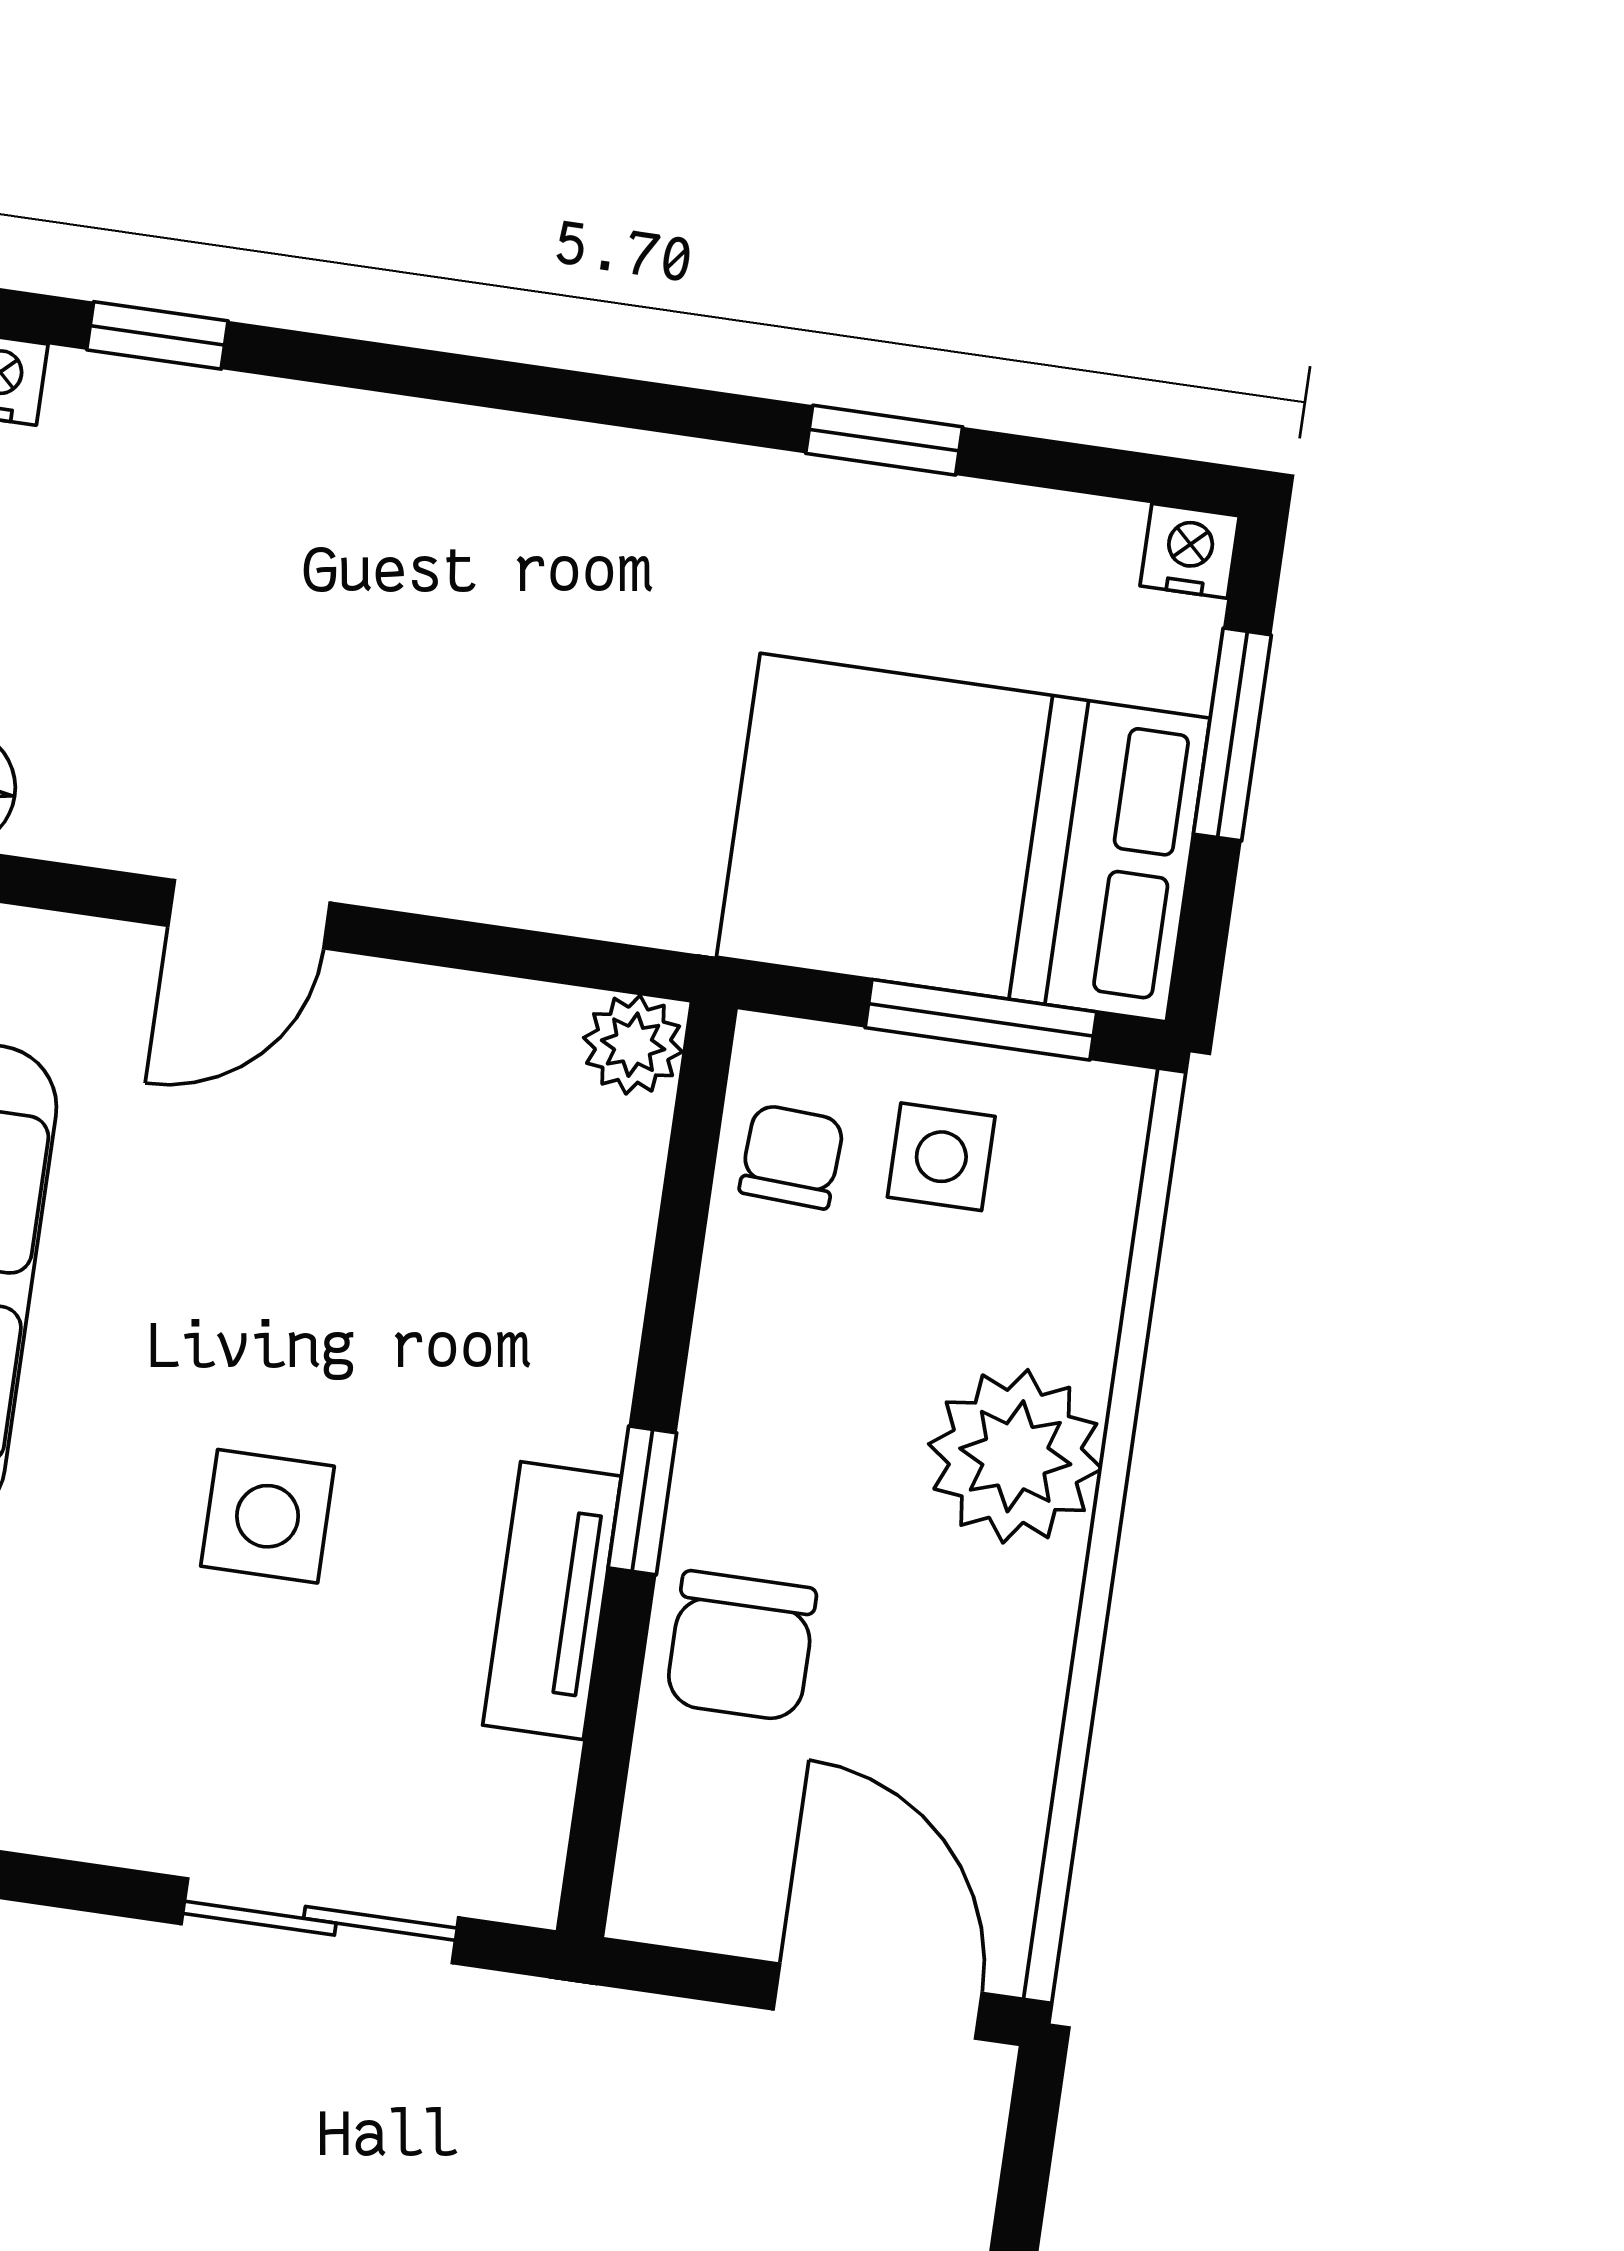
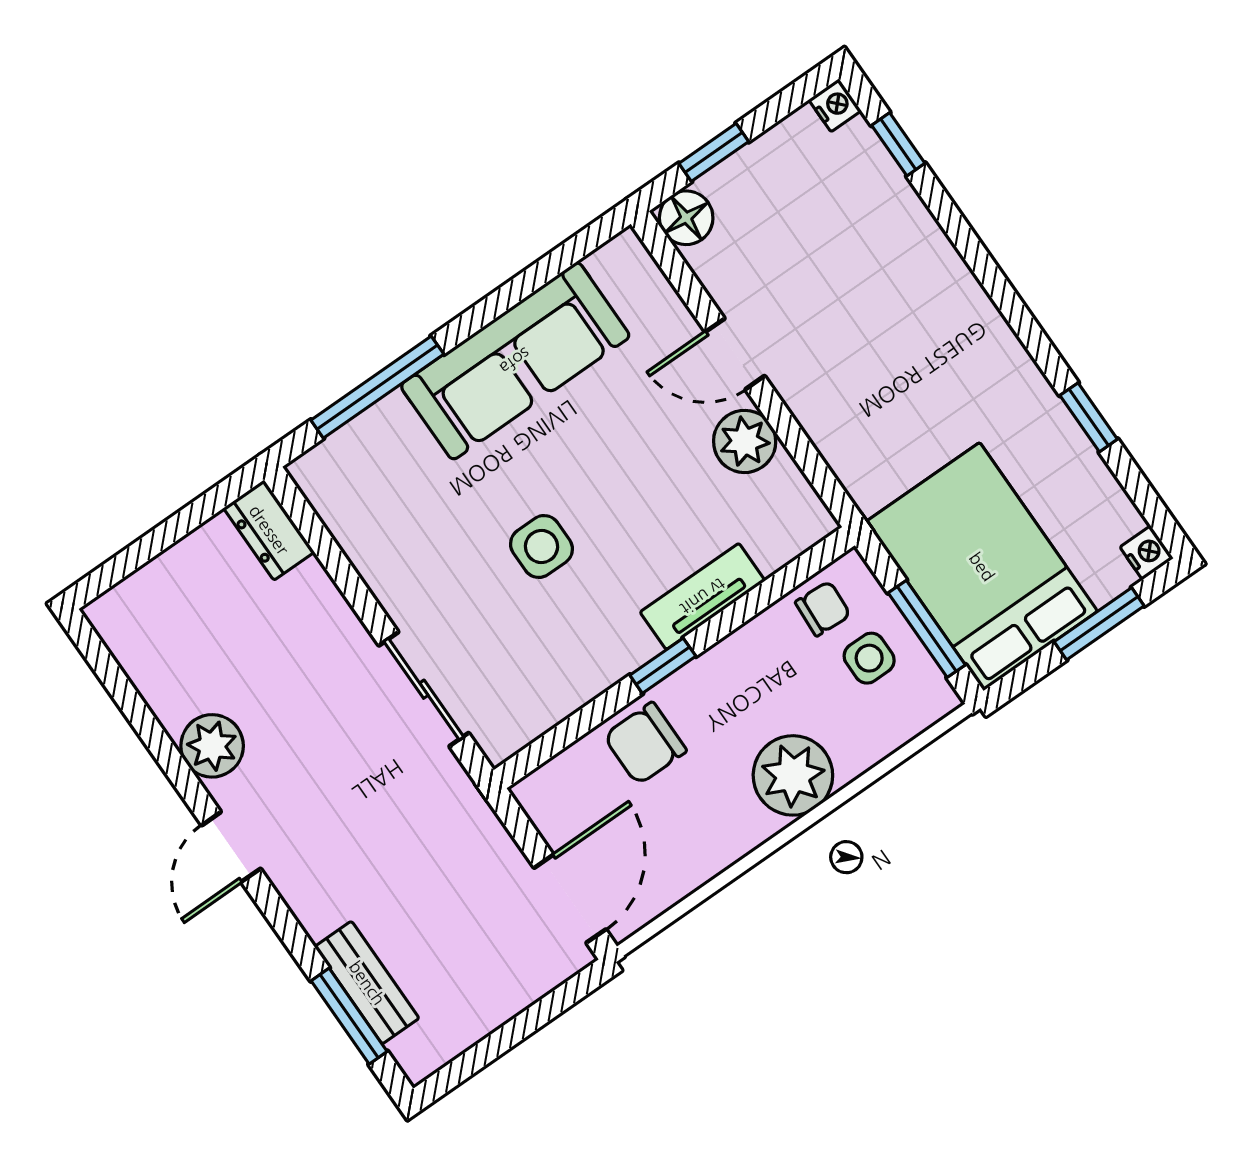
plant: (633, 1045) -> (745, 441), moved, width x1.38, depth x1.38
tv unit: (552, 1601) -> (703, 596), moved

